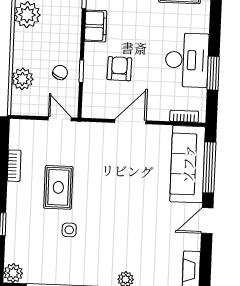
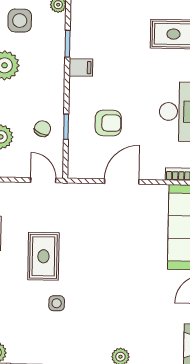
filing cabinet: (96, 26) -> (81, 67), width x0.50
armchair: (119, 69) -> (108, 123), turned 89

